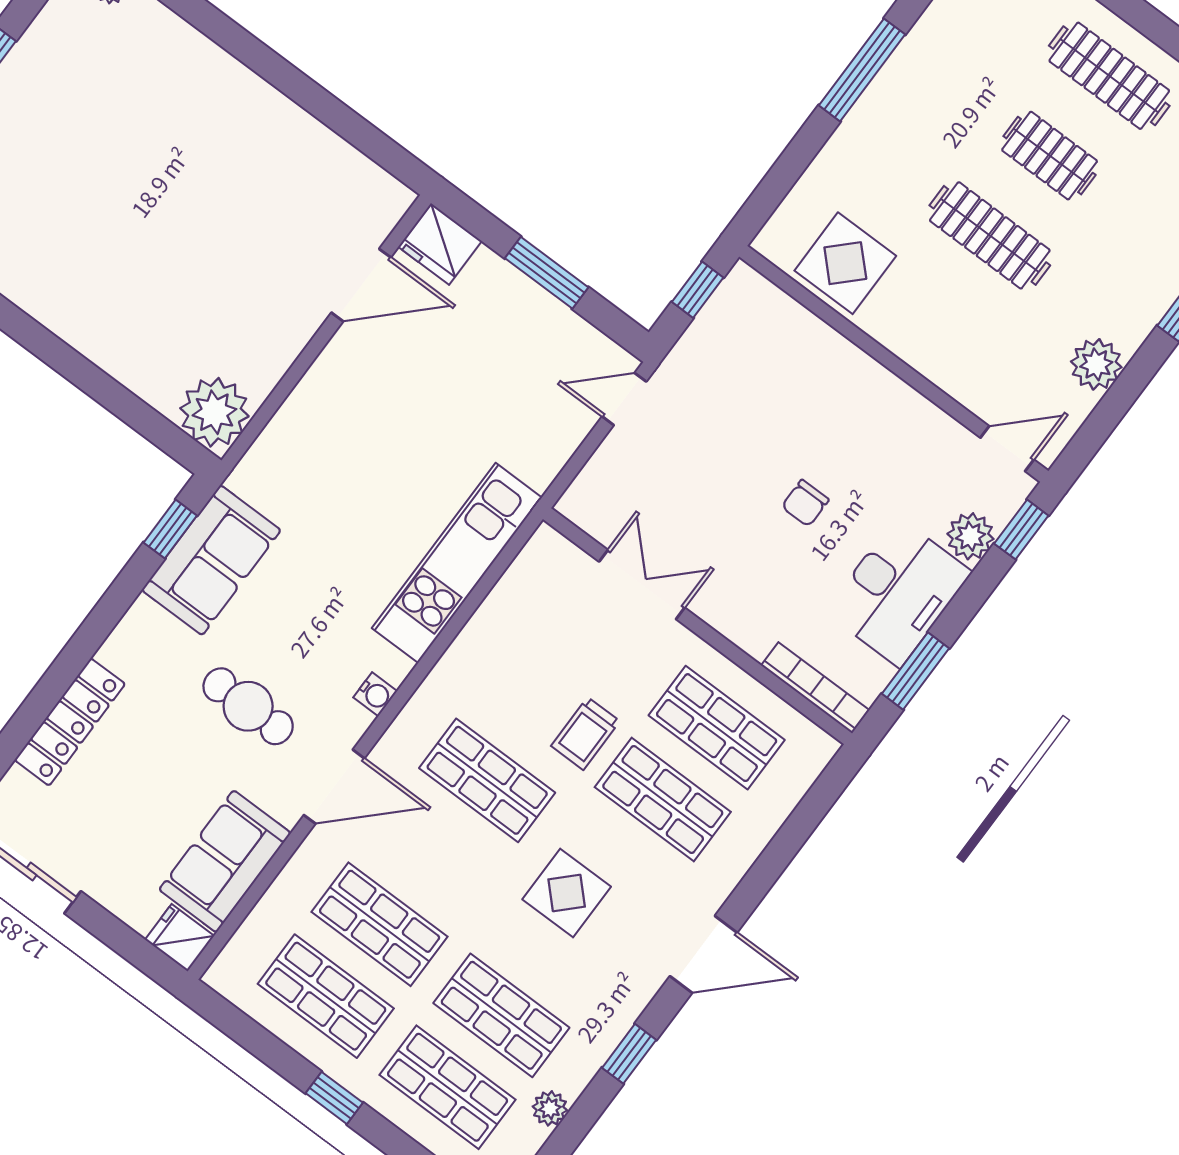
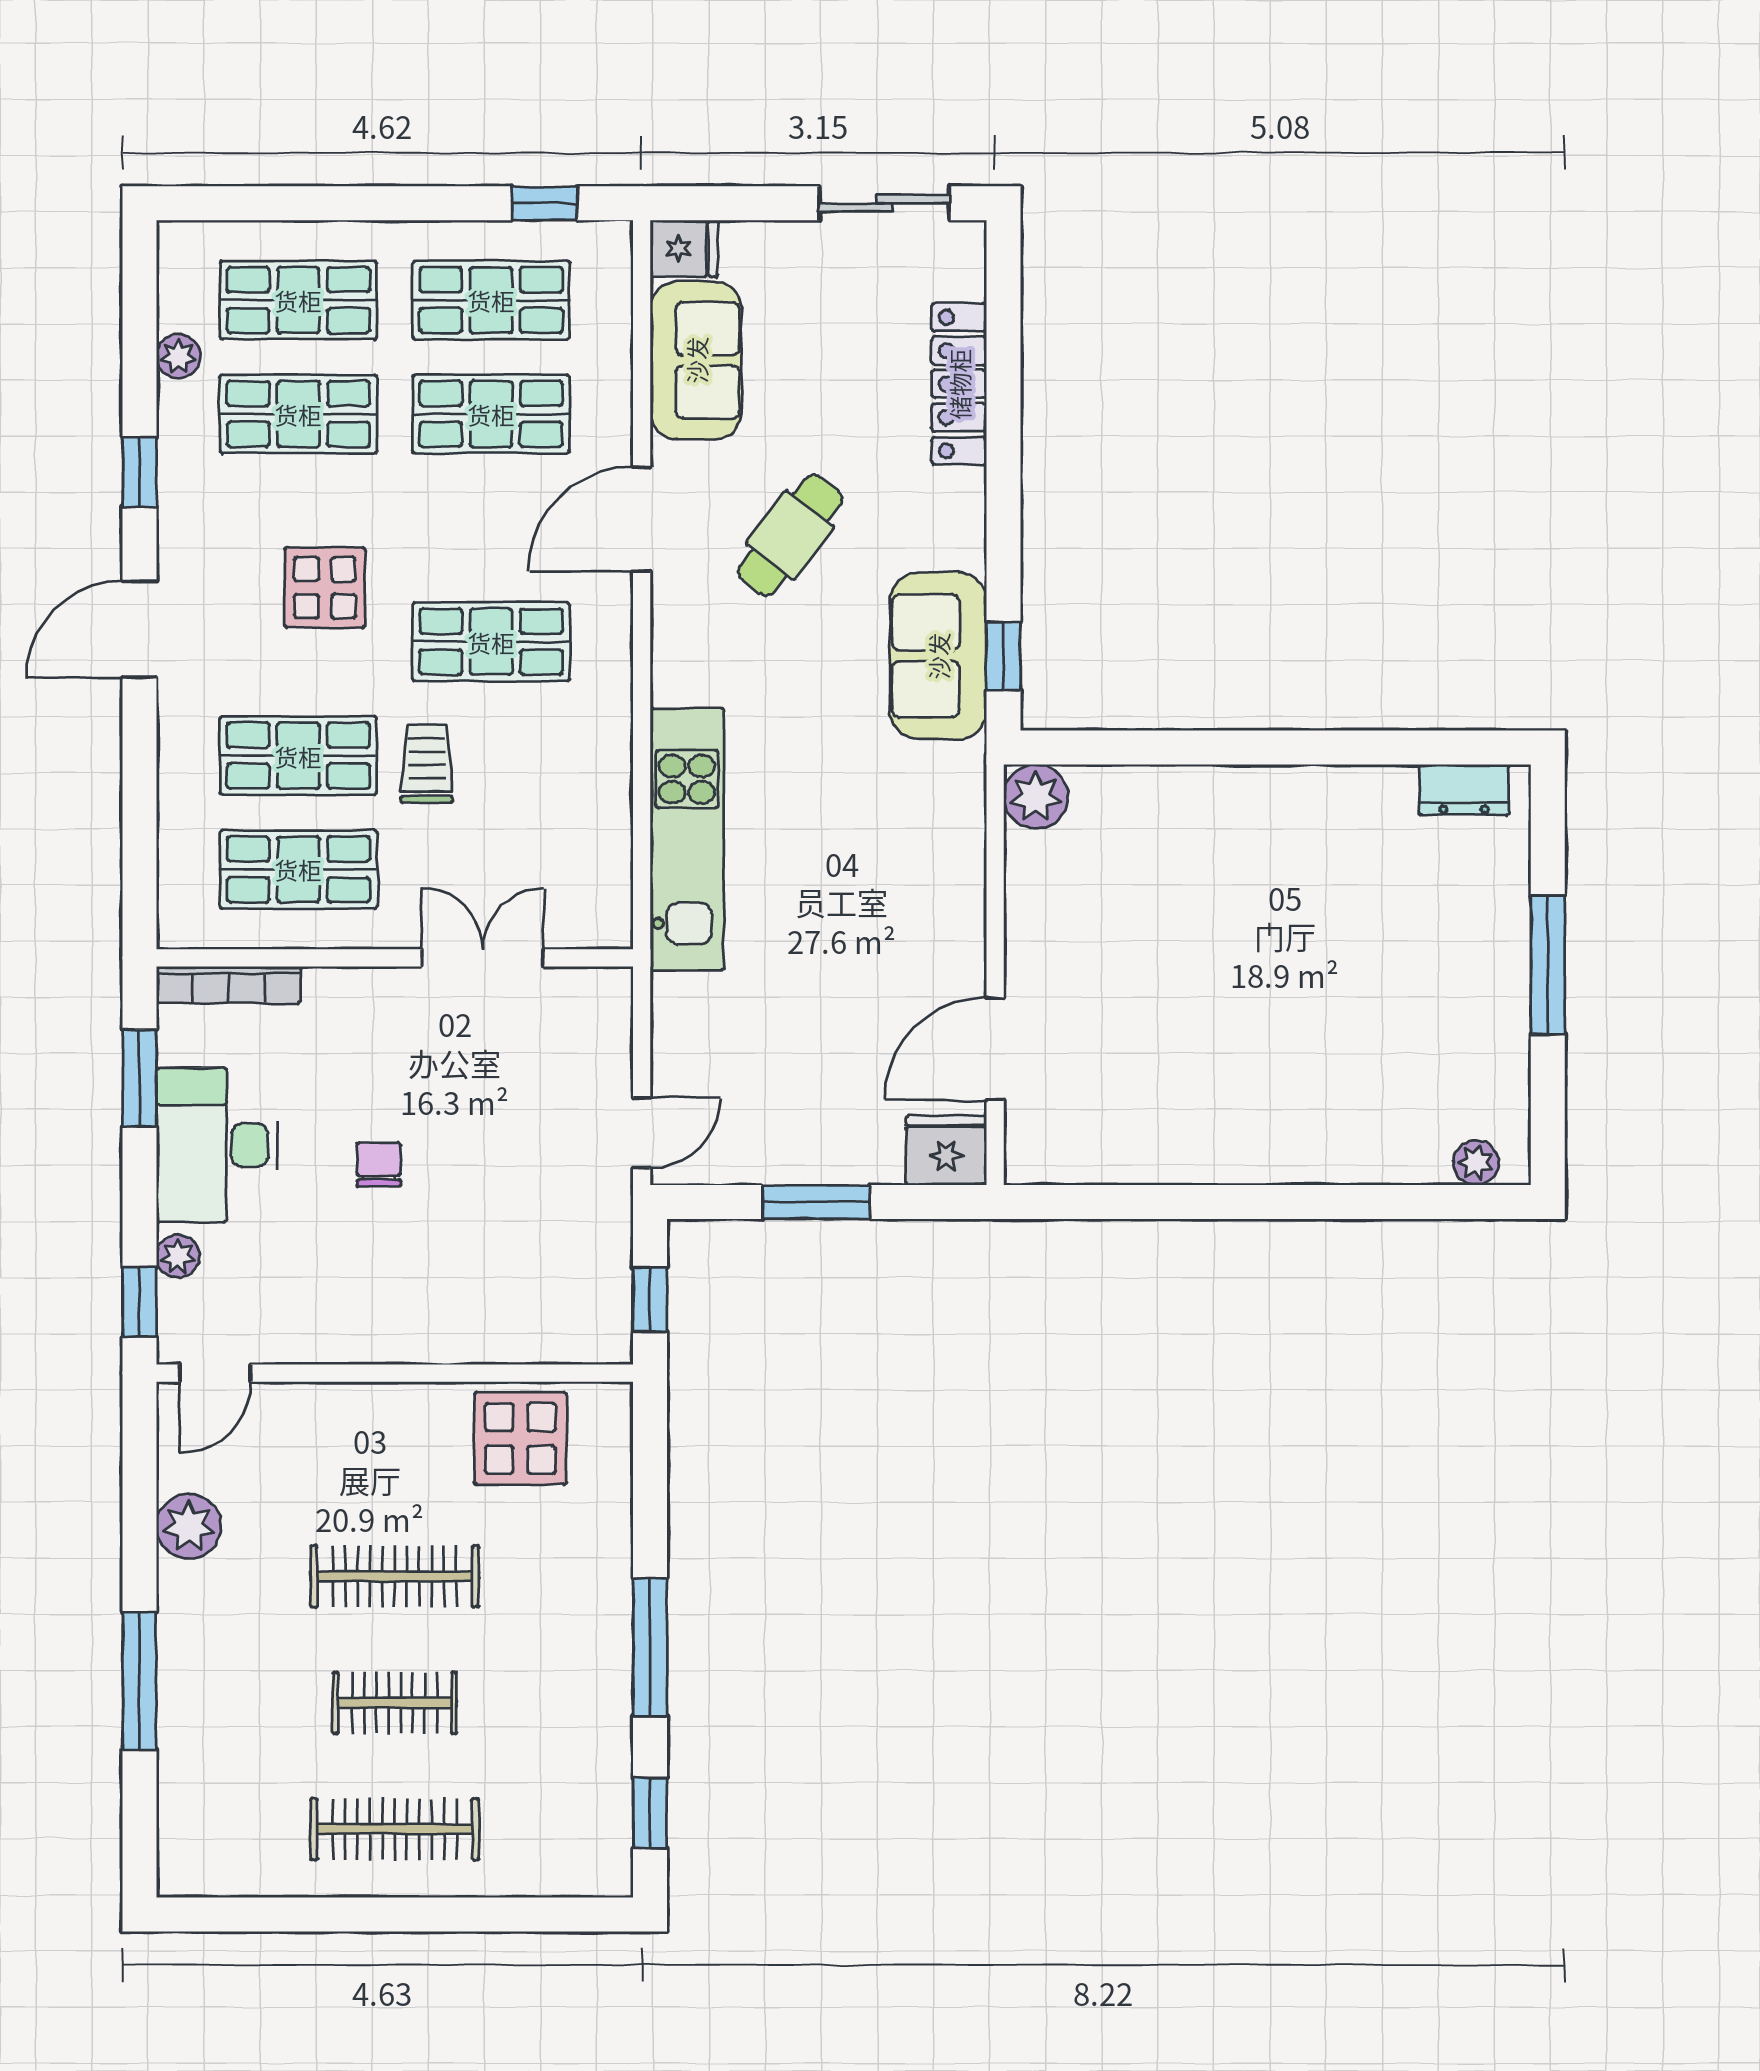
plant: (214, 412) -> (1036, 797), width x0.73, depth x0.73
plant: (970, 536) -> (178, 1256), width x0.73, depth x0.73
double door: (642, 585) -> (483, 958), swing flipped
water cooler: (375, 694) -> (670, 644), removed
cafe table: (248, 706) -> (790, 535), turned -53
window: (334, 1098) -> (544, 203), moved

